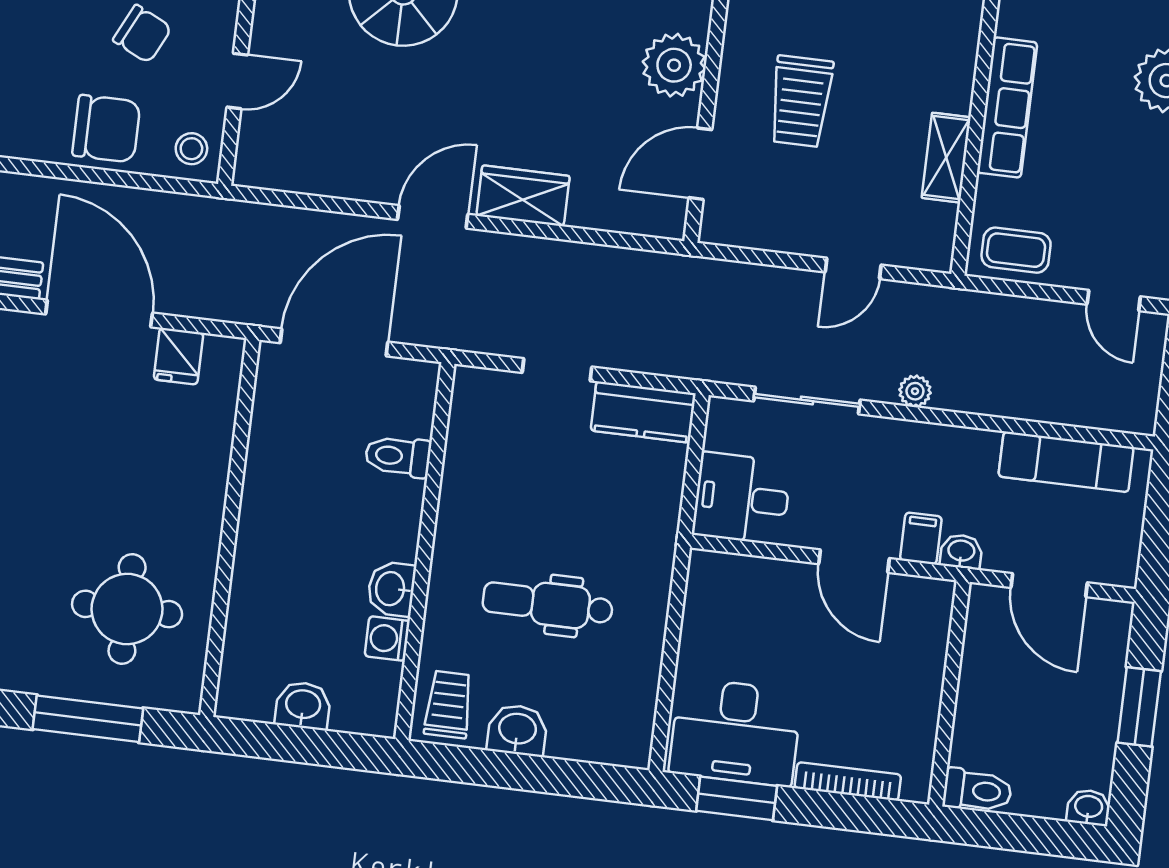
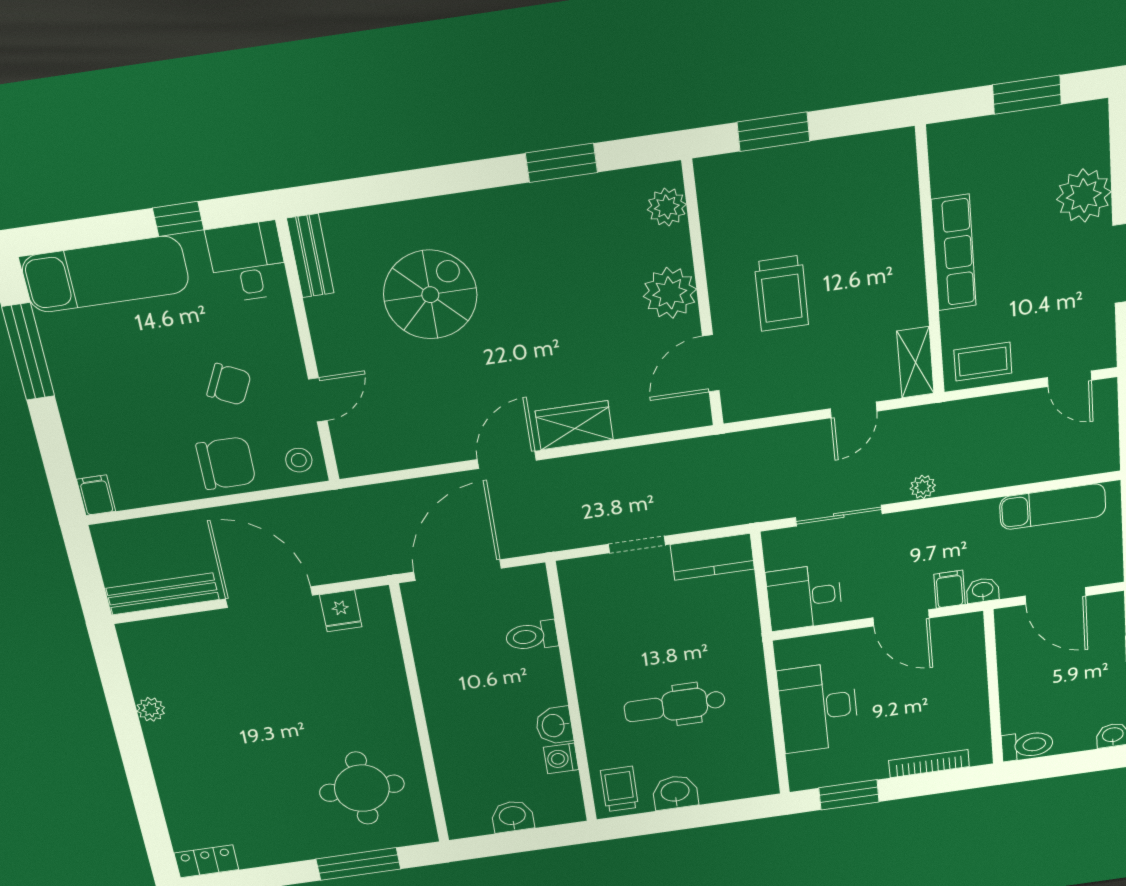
shelving: (946, 158) -> (915, 362), moved
desk: (735, 732) -> (818, 707), moved, turned 90

